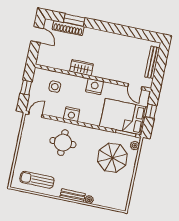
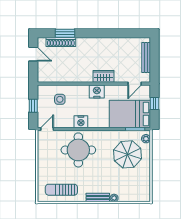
wardrobe: (81, 68) -> (103, 76), moved
door: (135, 87) -> (135, 84), hinge flipped
round table: (63, 143) -> (78, 150), width x1.36, depth x1.36

